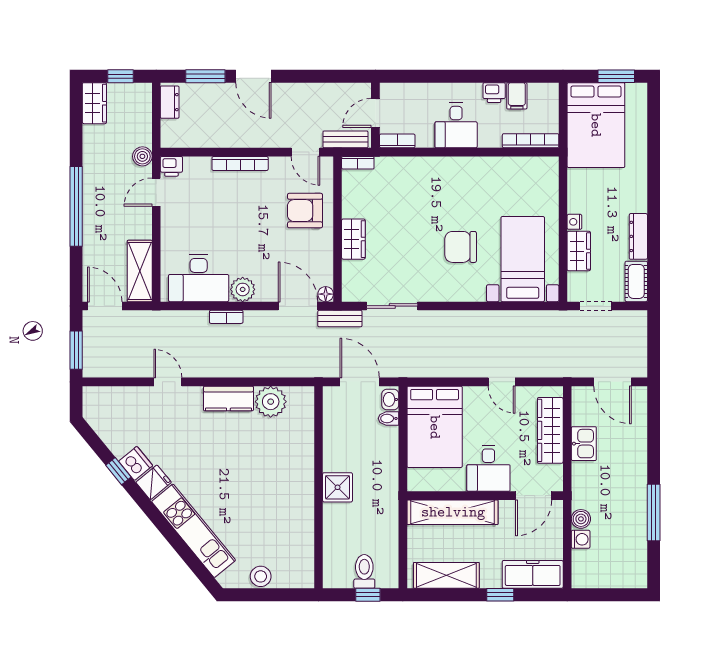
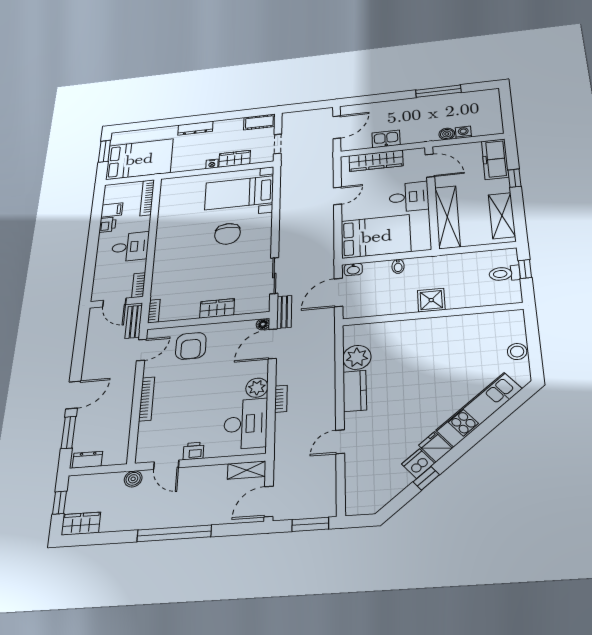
printer: (171, 166) -> (193, 451), moved, turned -90
dresser: (638, 236) -> (195, 128), moved
shelving: (140, 271) -> (247, 470), width x0.67, depth x0.75
bidet: (388, 418) -> (398, 266), moved

